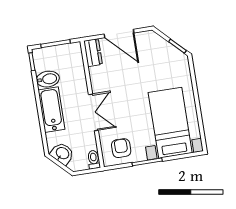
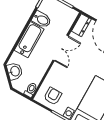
double door: (93, 112) -> (61, 48), moved

